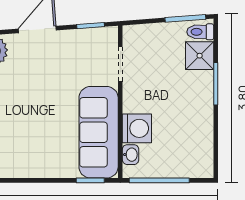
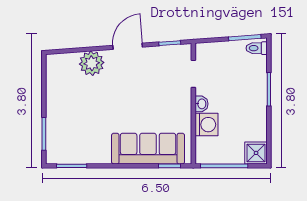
shower: (200, 56) -> (256, 153), moved
sofa: (99, 132) -> (148, 149), moved, turned 90
washbasin: (131, 155) -> (201, 104), moved

